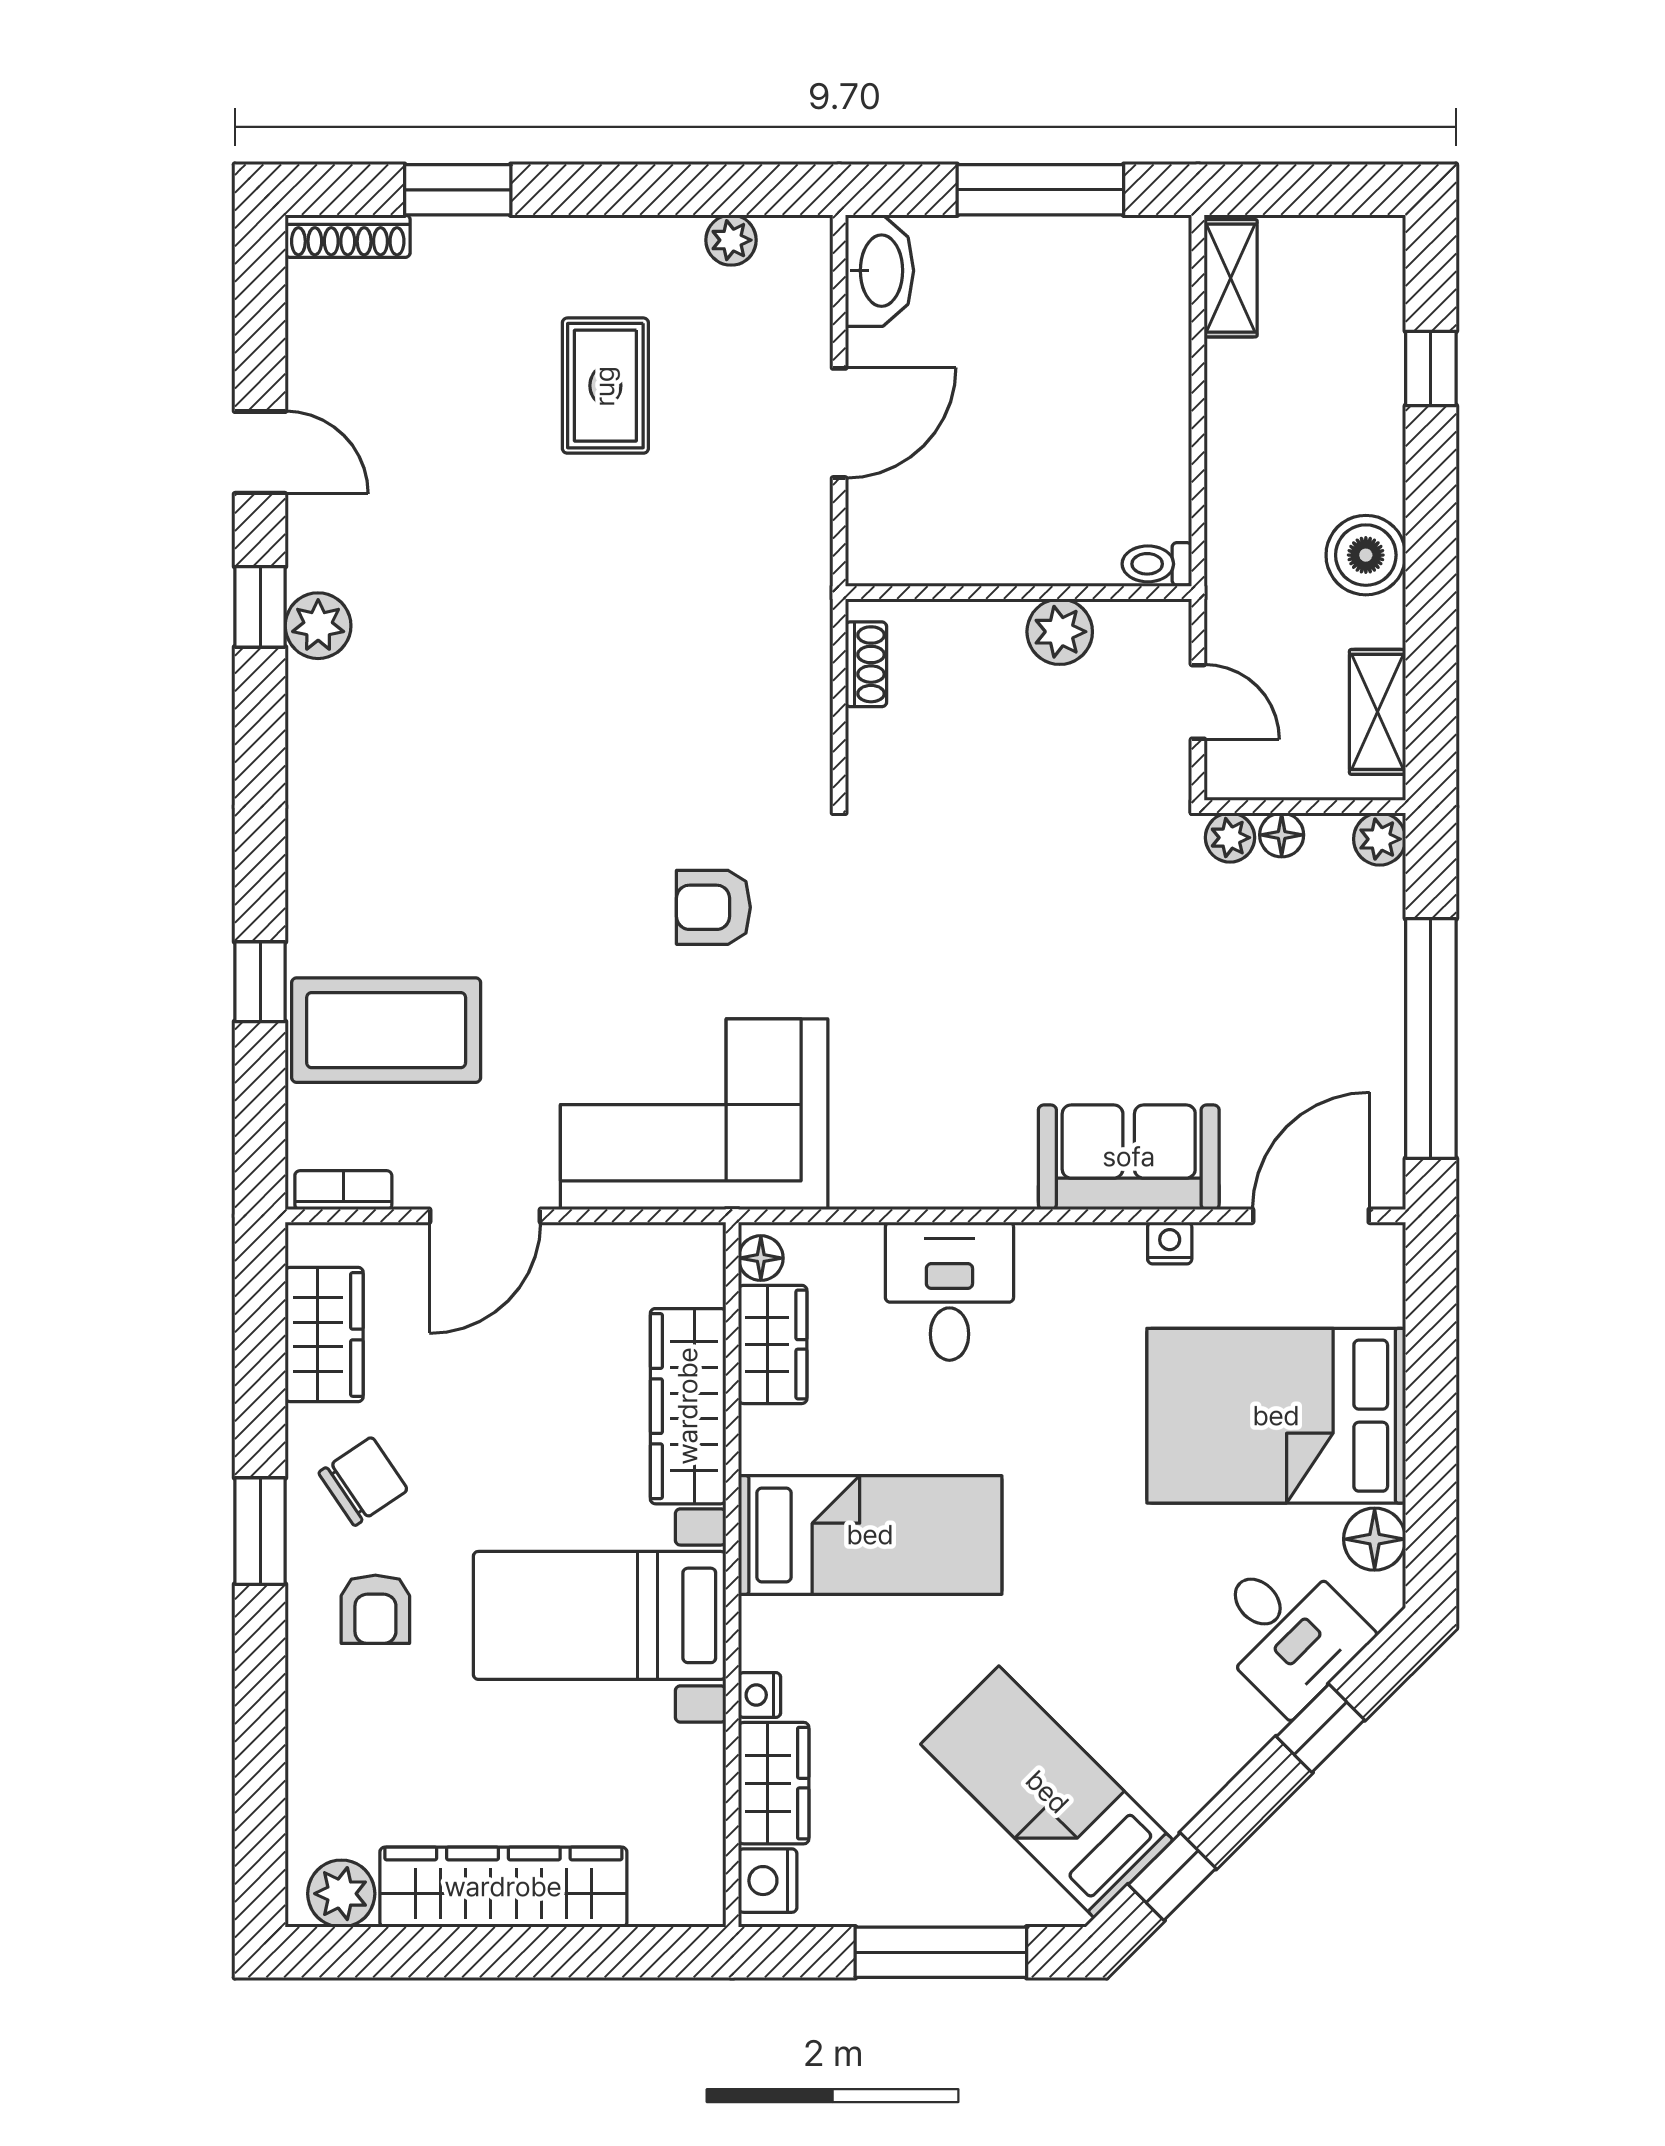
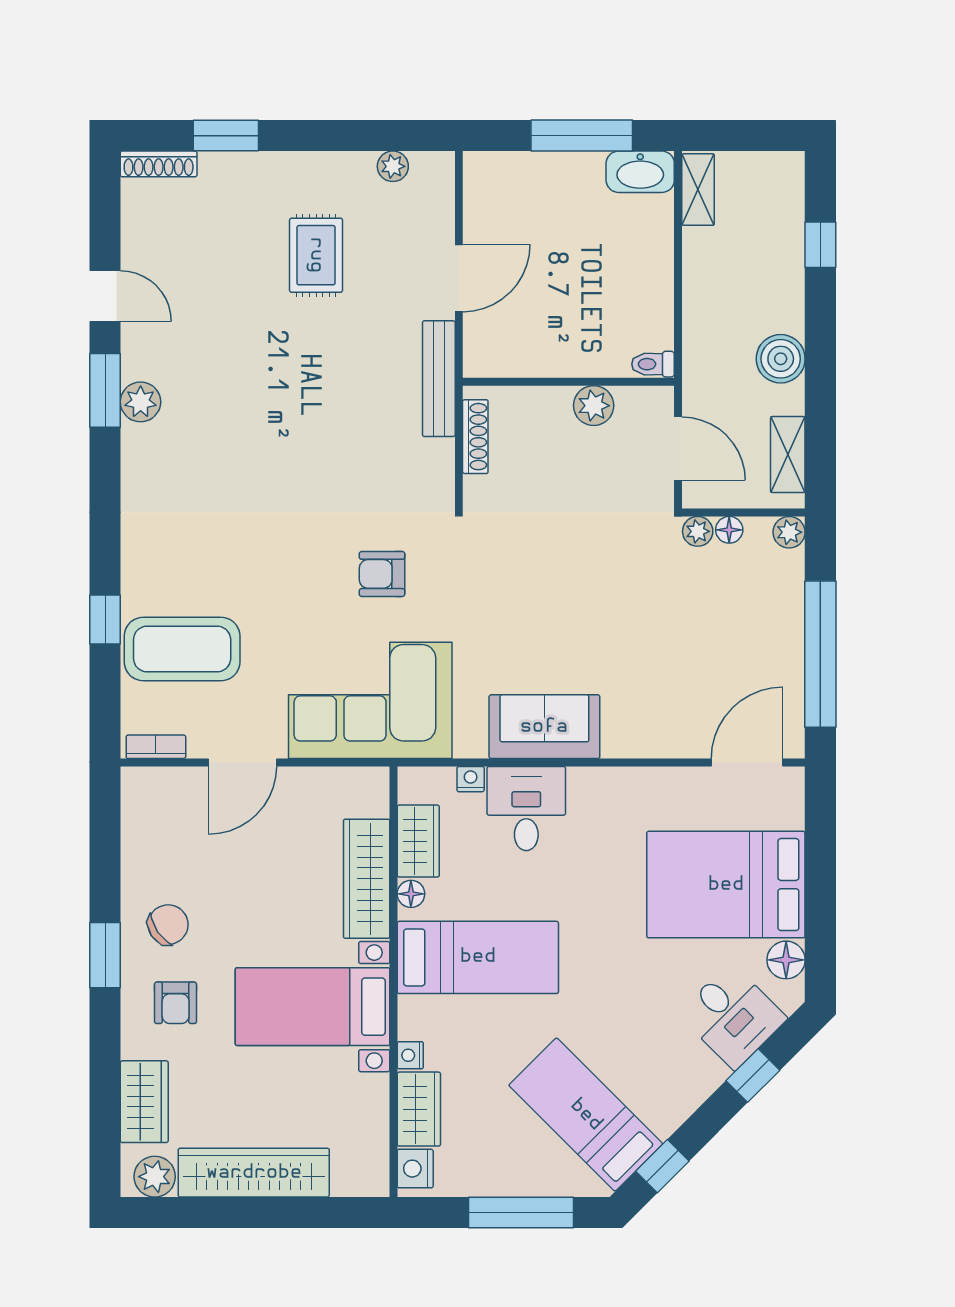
washbasin: (879, 271) -> (640, 172), moved, turned 90
bench: (806, 588) -> (439, 379), added
window: (260, 607) -> (105, 390), width x1.50
shoe rack: (866, 664) -> (475, 437), width x1.43
door: (1198, 702) -> (678, 448), width x1.38
sofa: (1129, 1157) -> (544, 727), moved
nightstand: (1170, 1243) -> (471, 779), moved
floor lamp: (761, 1258) -> (411, 894), moved
wardrobe: (324, 1334) -> (144, 1102), moved

